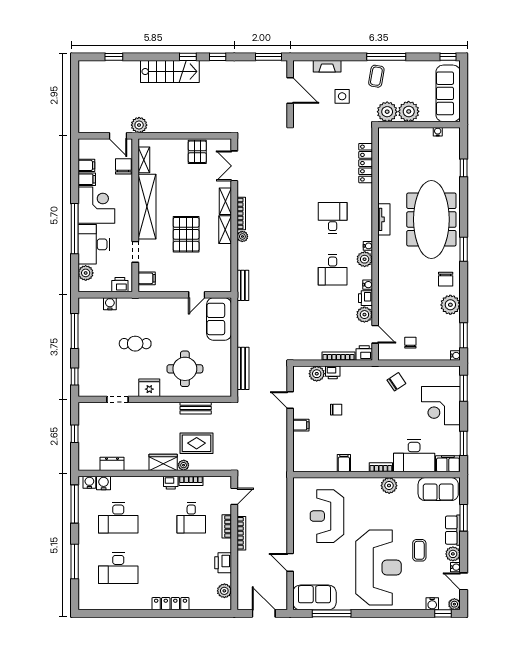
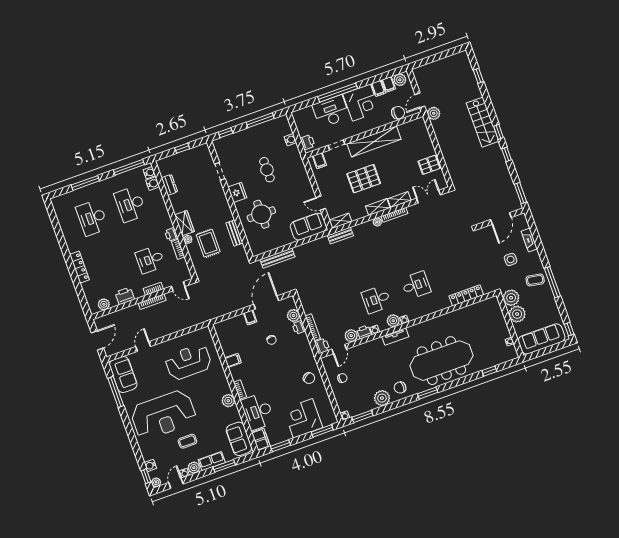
shelving: (144, 160) -> (340, 221), moved
tv unit: (384, 219) -> (395, 336), moved
plant: (86, 273) -> (400, 80), moved
door: (290, 400) -> (266, 302), width x1.87

